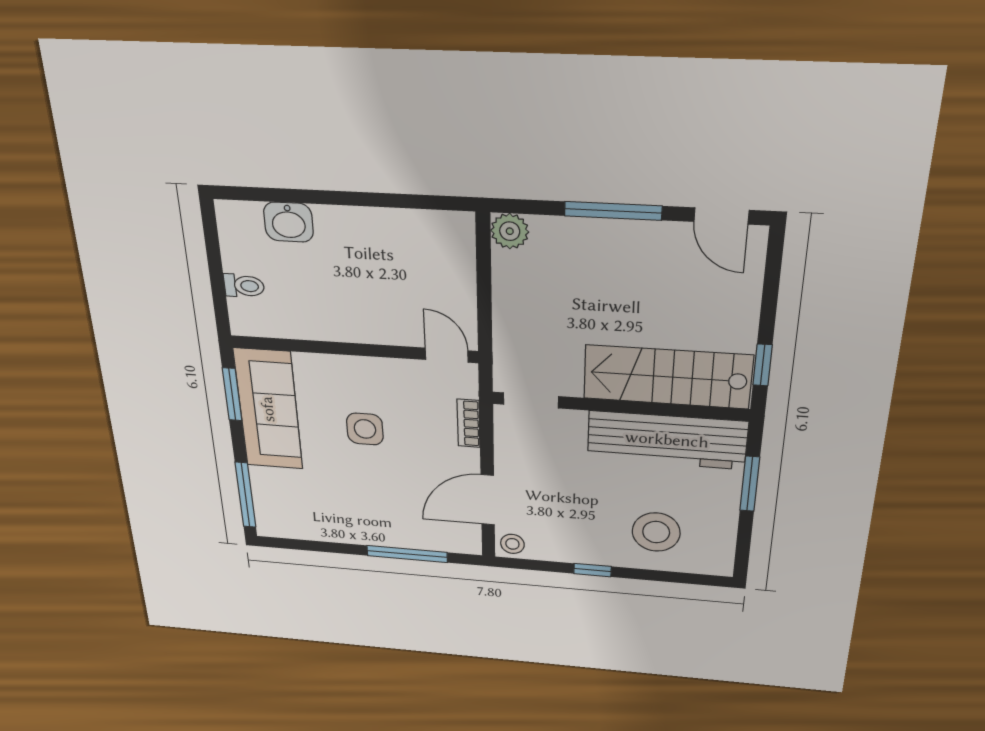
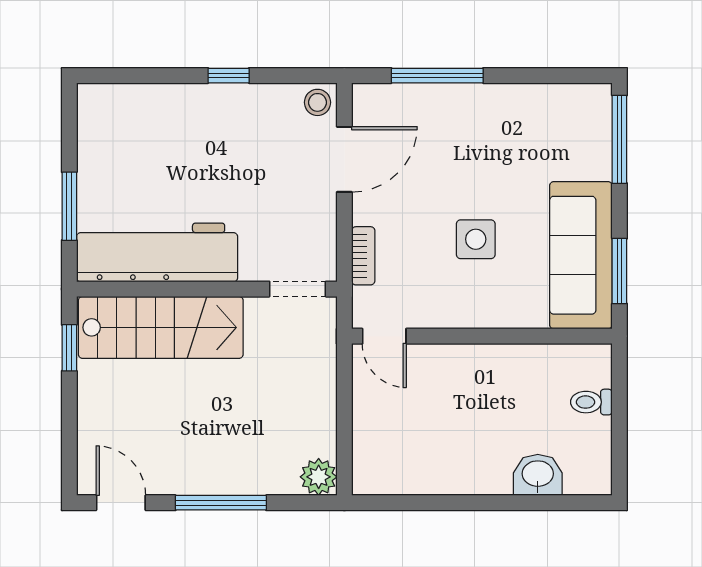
stool: (656, 532) -> (162, 135), removed

